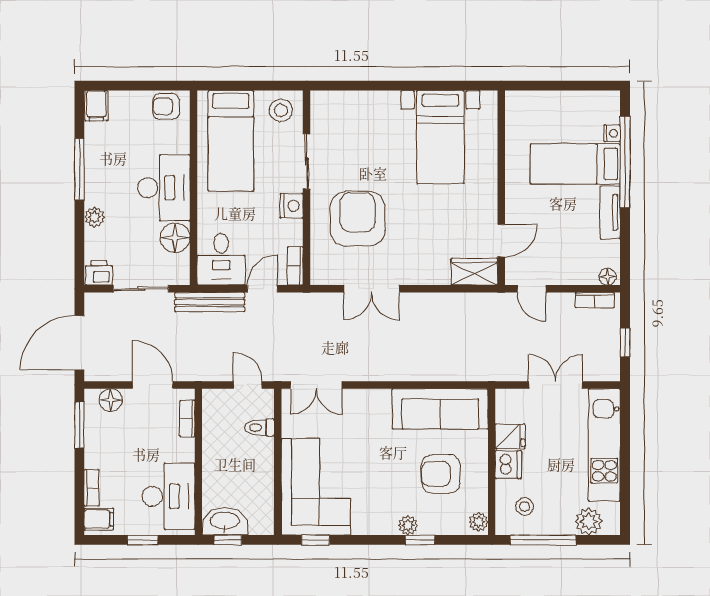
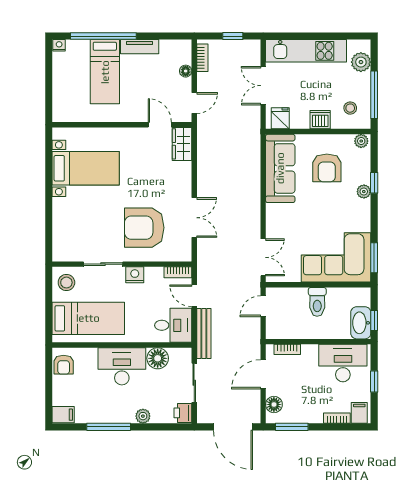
nightstand: (612, 133) -> (59, 45), moved
floor lamp: (608, 277) -> (186, 71), moved
toilet: (259, 428) -> (317, 302), moved, width x1.37, depth x1.39
fridge: (510, 436) -> (280, 118), moved
window: (315, 540) -> (374, 258), width x1.50

